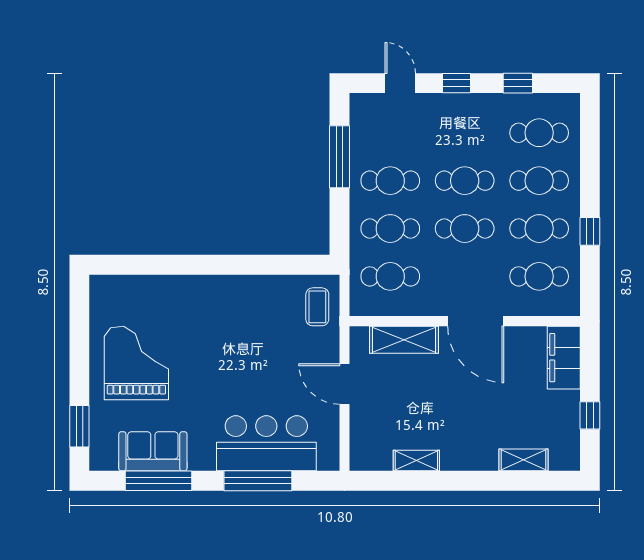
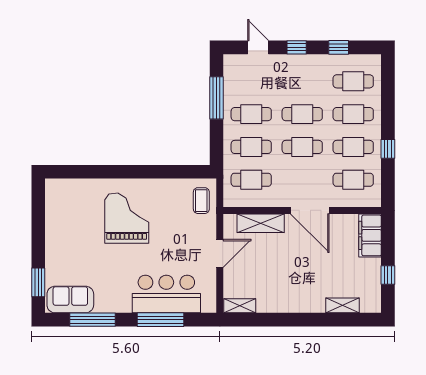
grand piano: (136, 363) -> (127, 218), moved
door: (344, 384) -> (220, 253), swing flipped
sofa: (153, 451) -> (70, 300), moved
shelving: (416, 460) -> (240, 306), moved

